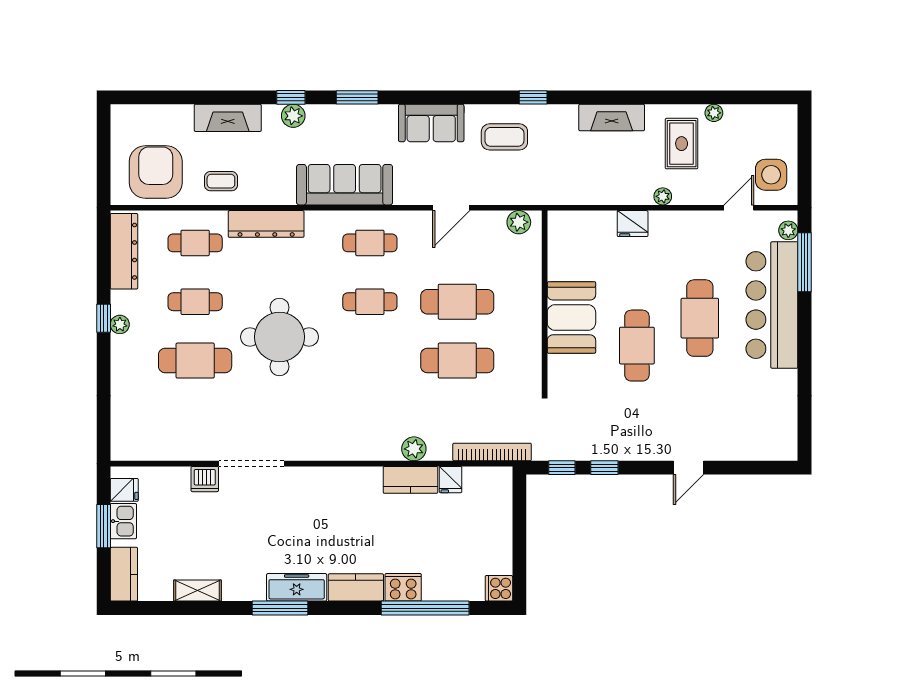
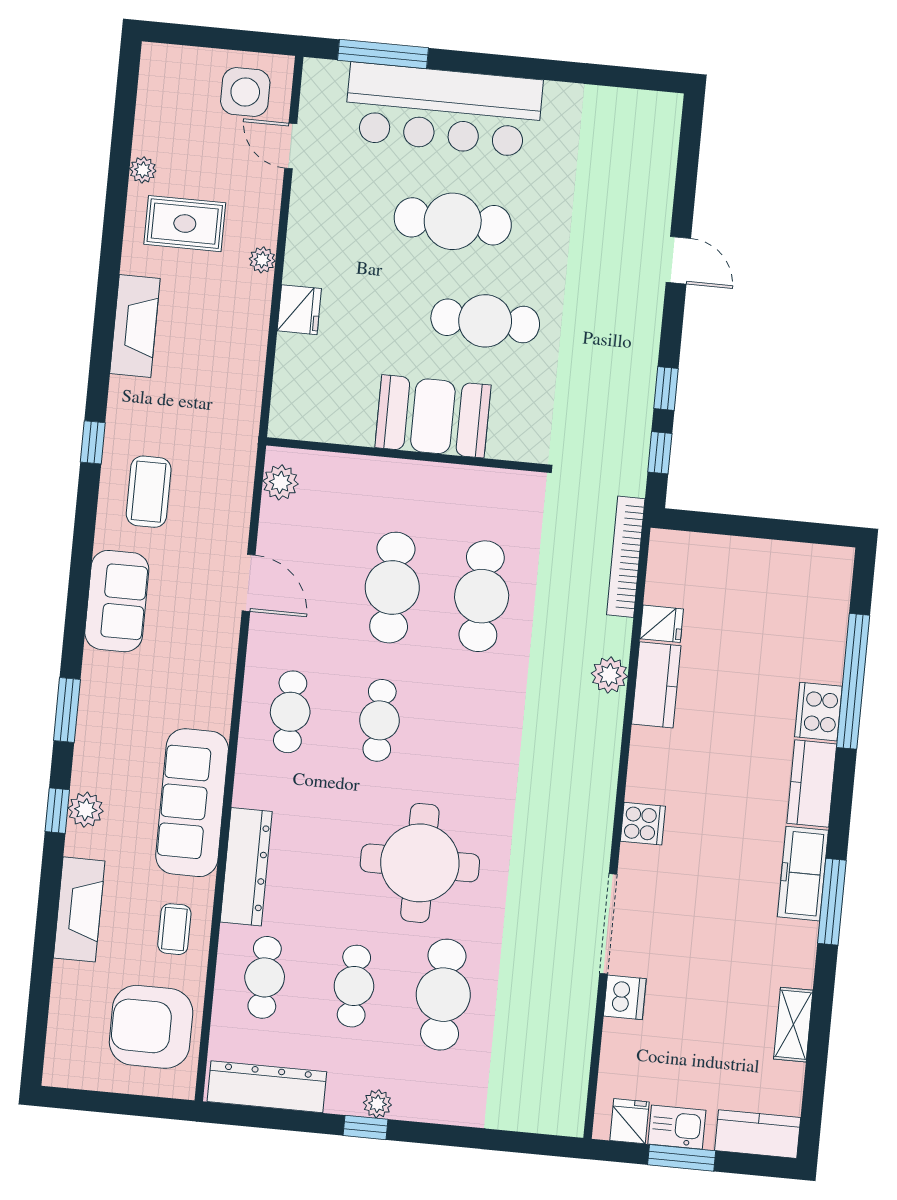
sofa: (345, 185) -> (192, 803), moved
plant: (788, 230) -> (332, 74), removed
cooker: (499, 588) -> (643, 824), moved, turned -90

